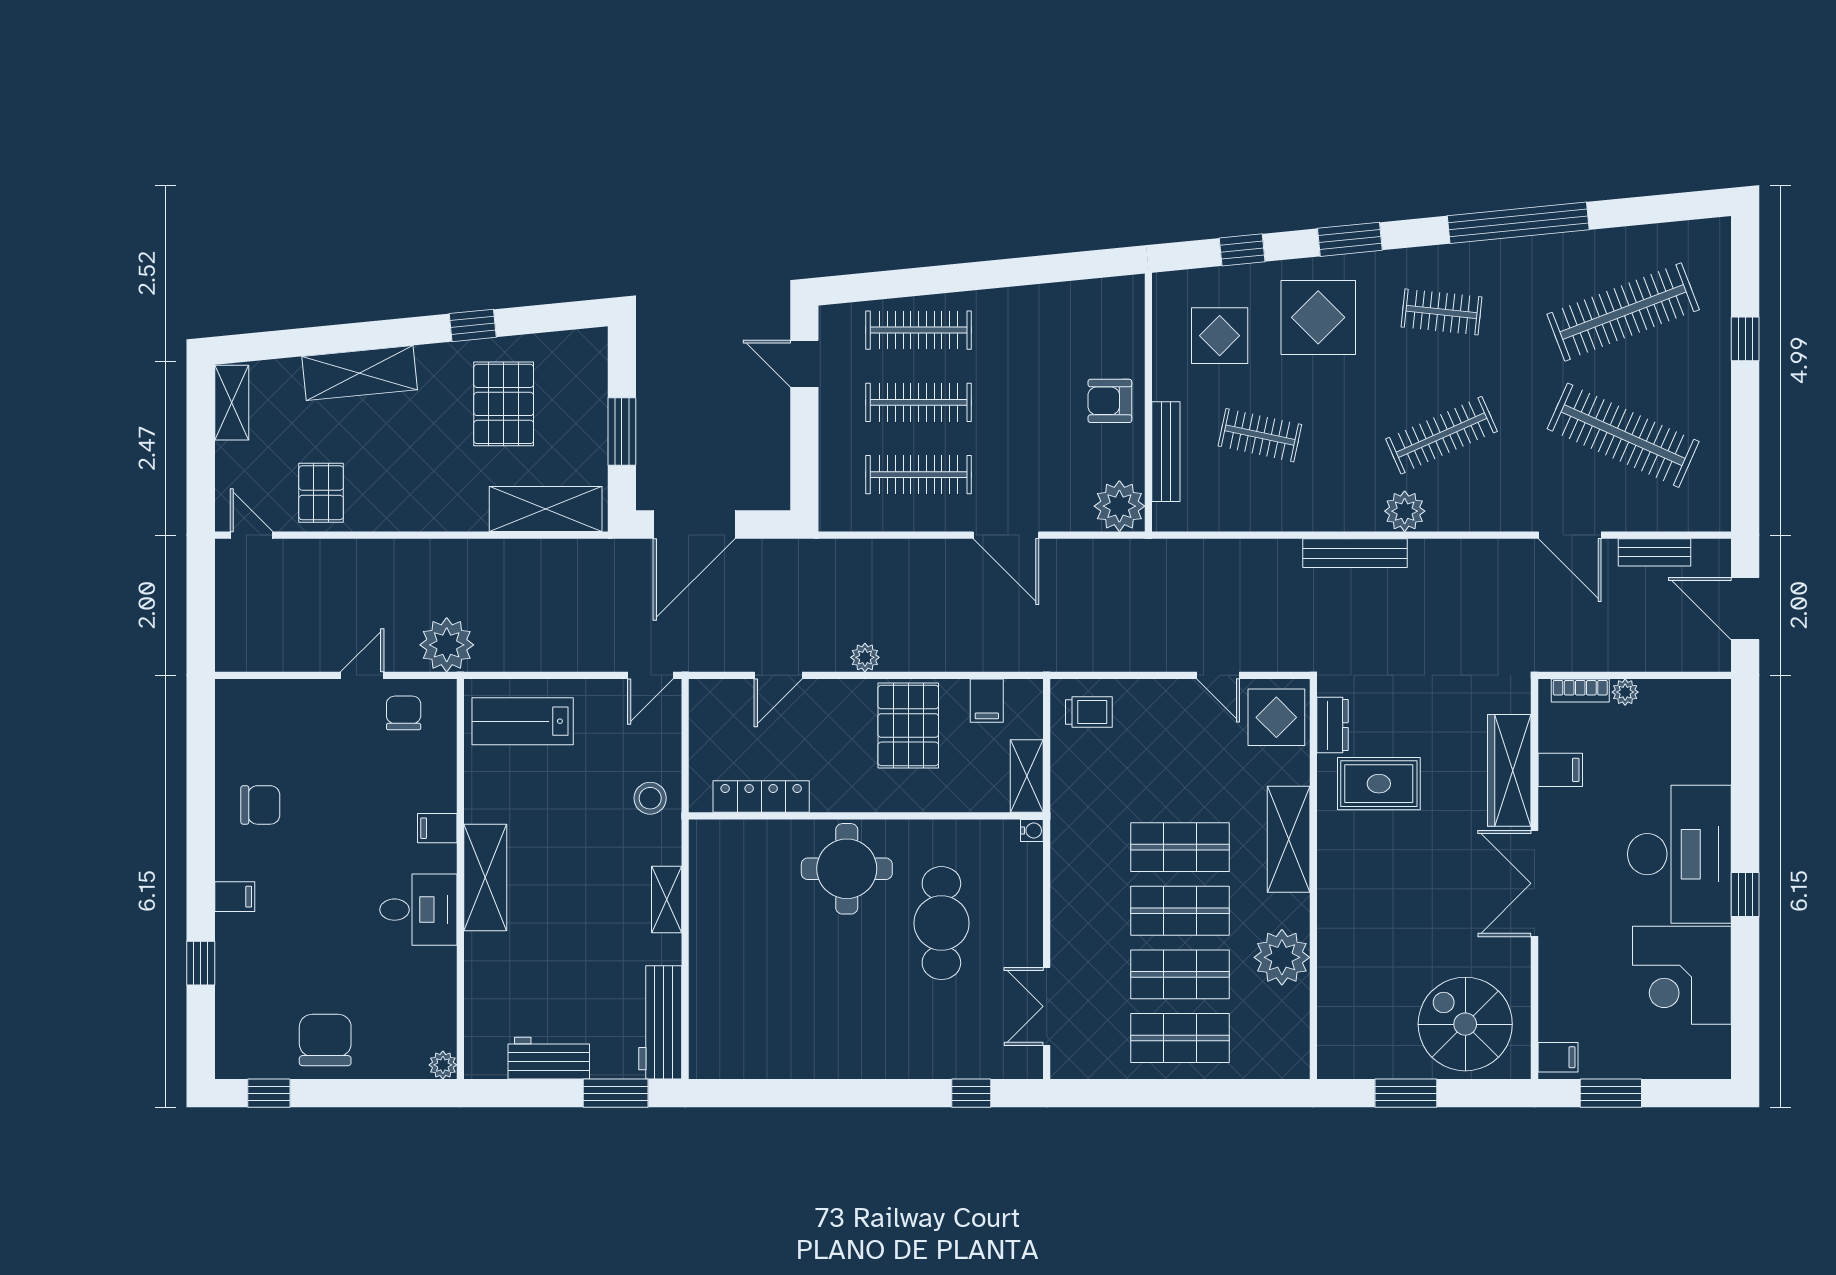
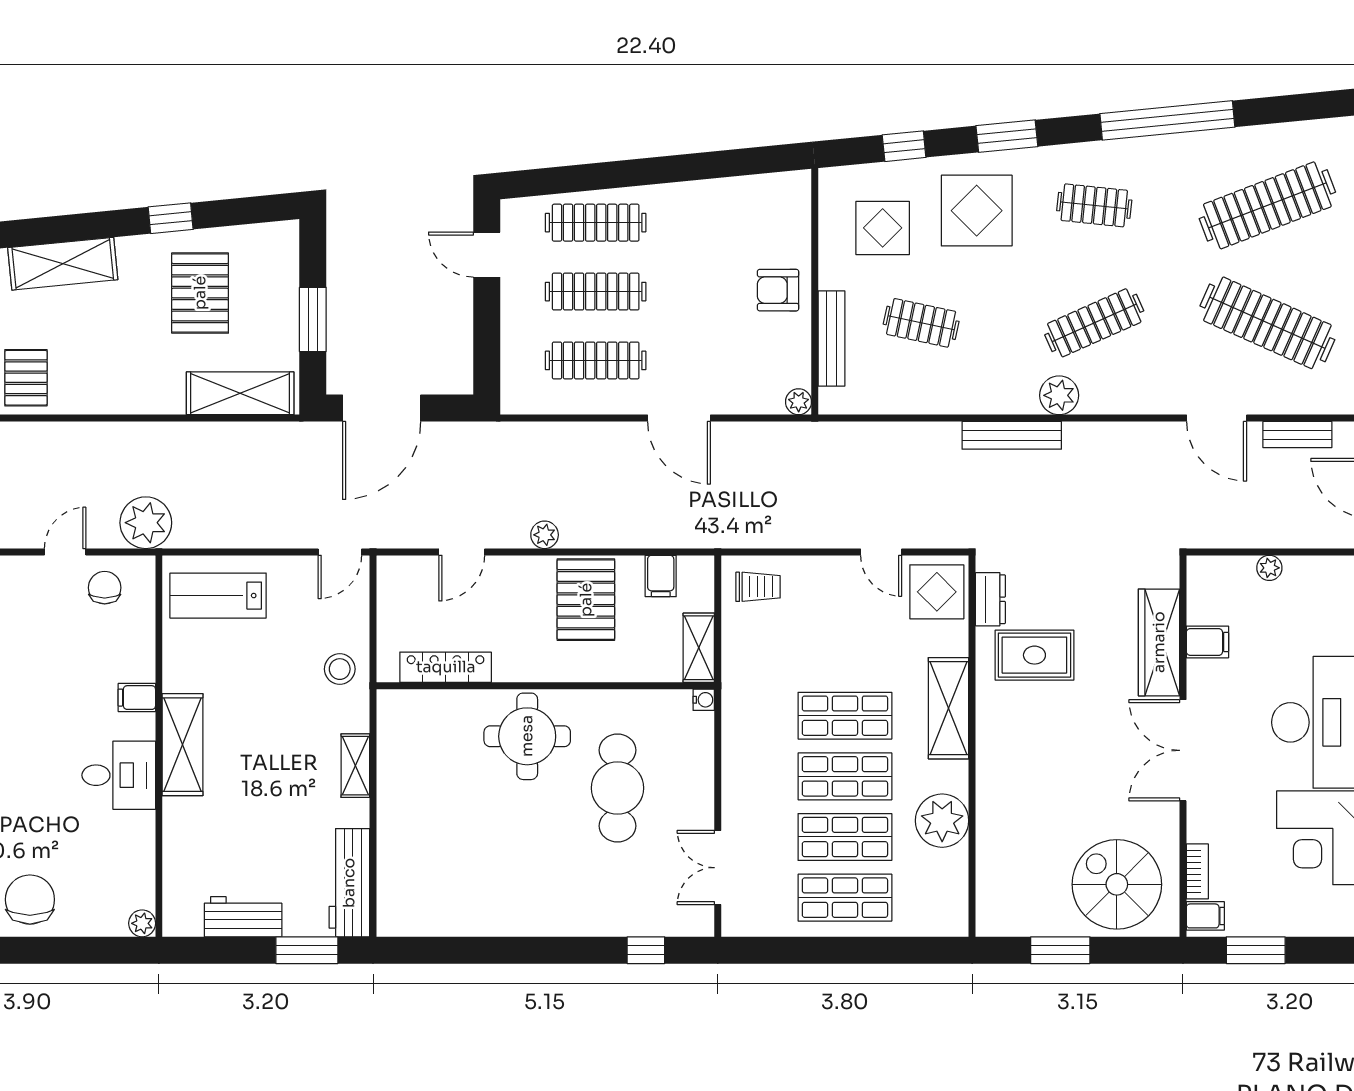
plant: (1119, 506) -> (799, 402), width x0.53, depth x0.53
bookcase: (1580, 690) -> (1197, 871), moved, turned -90

